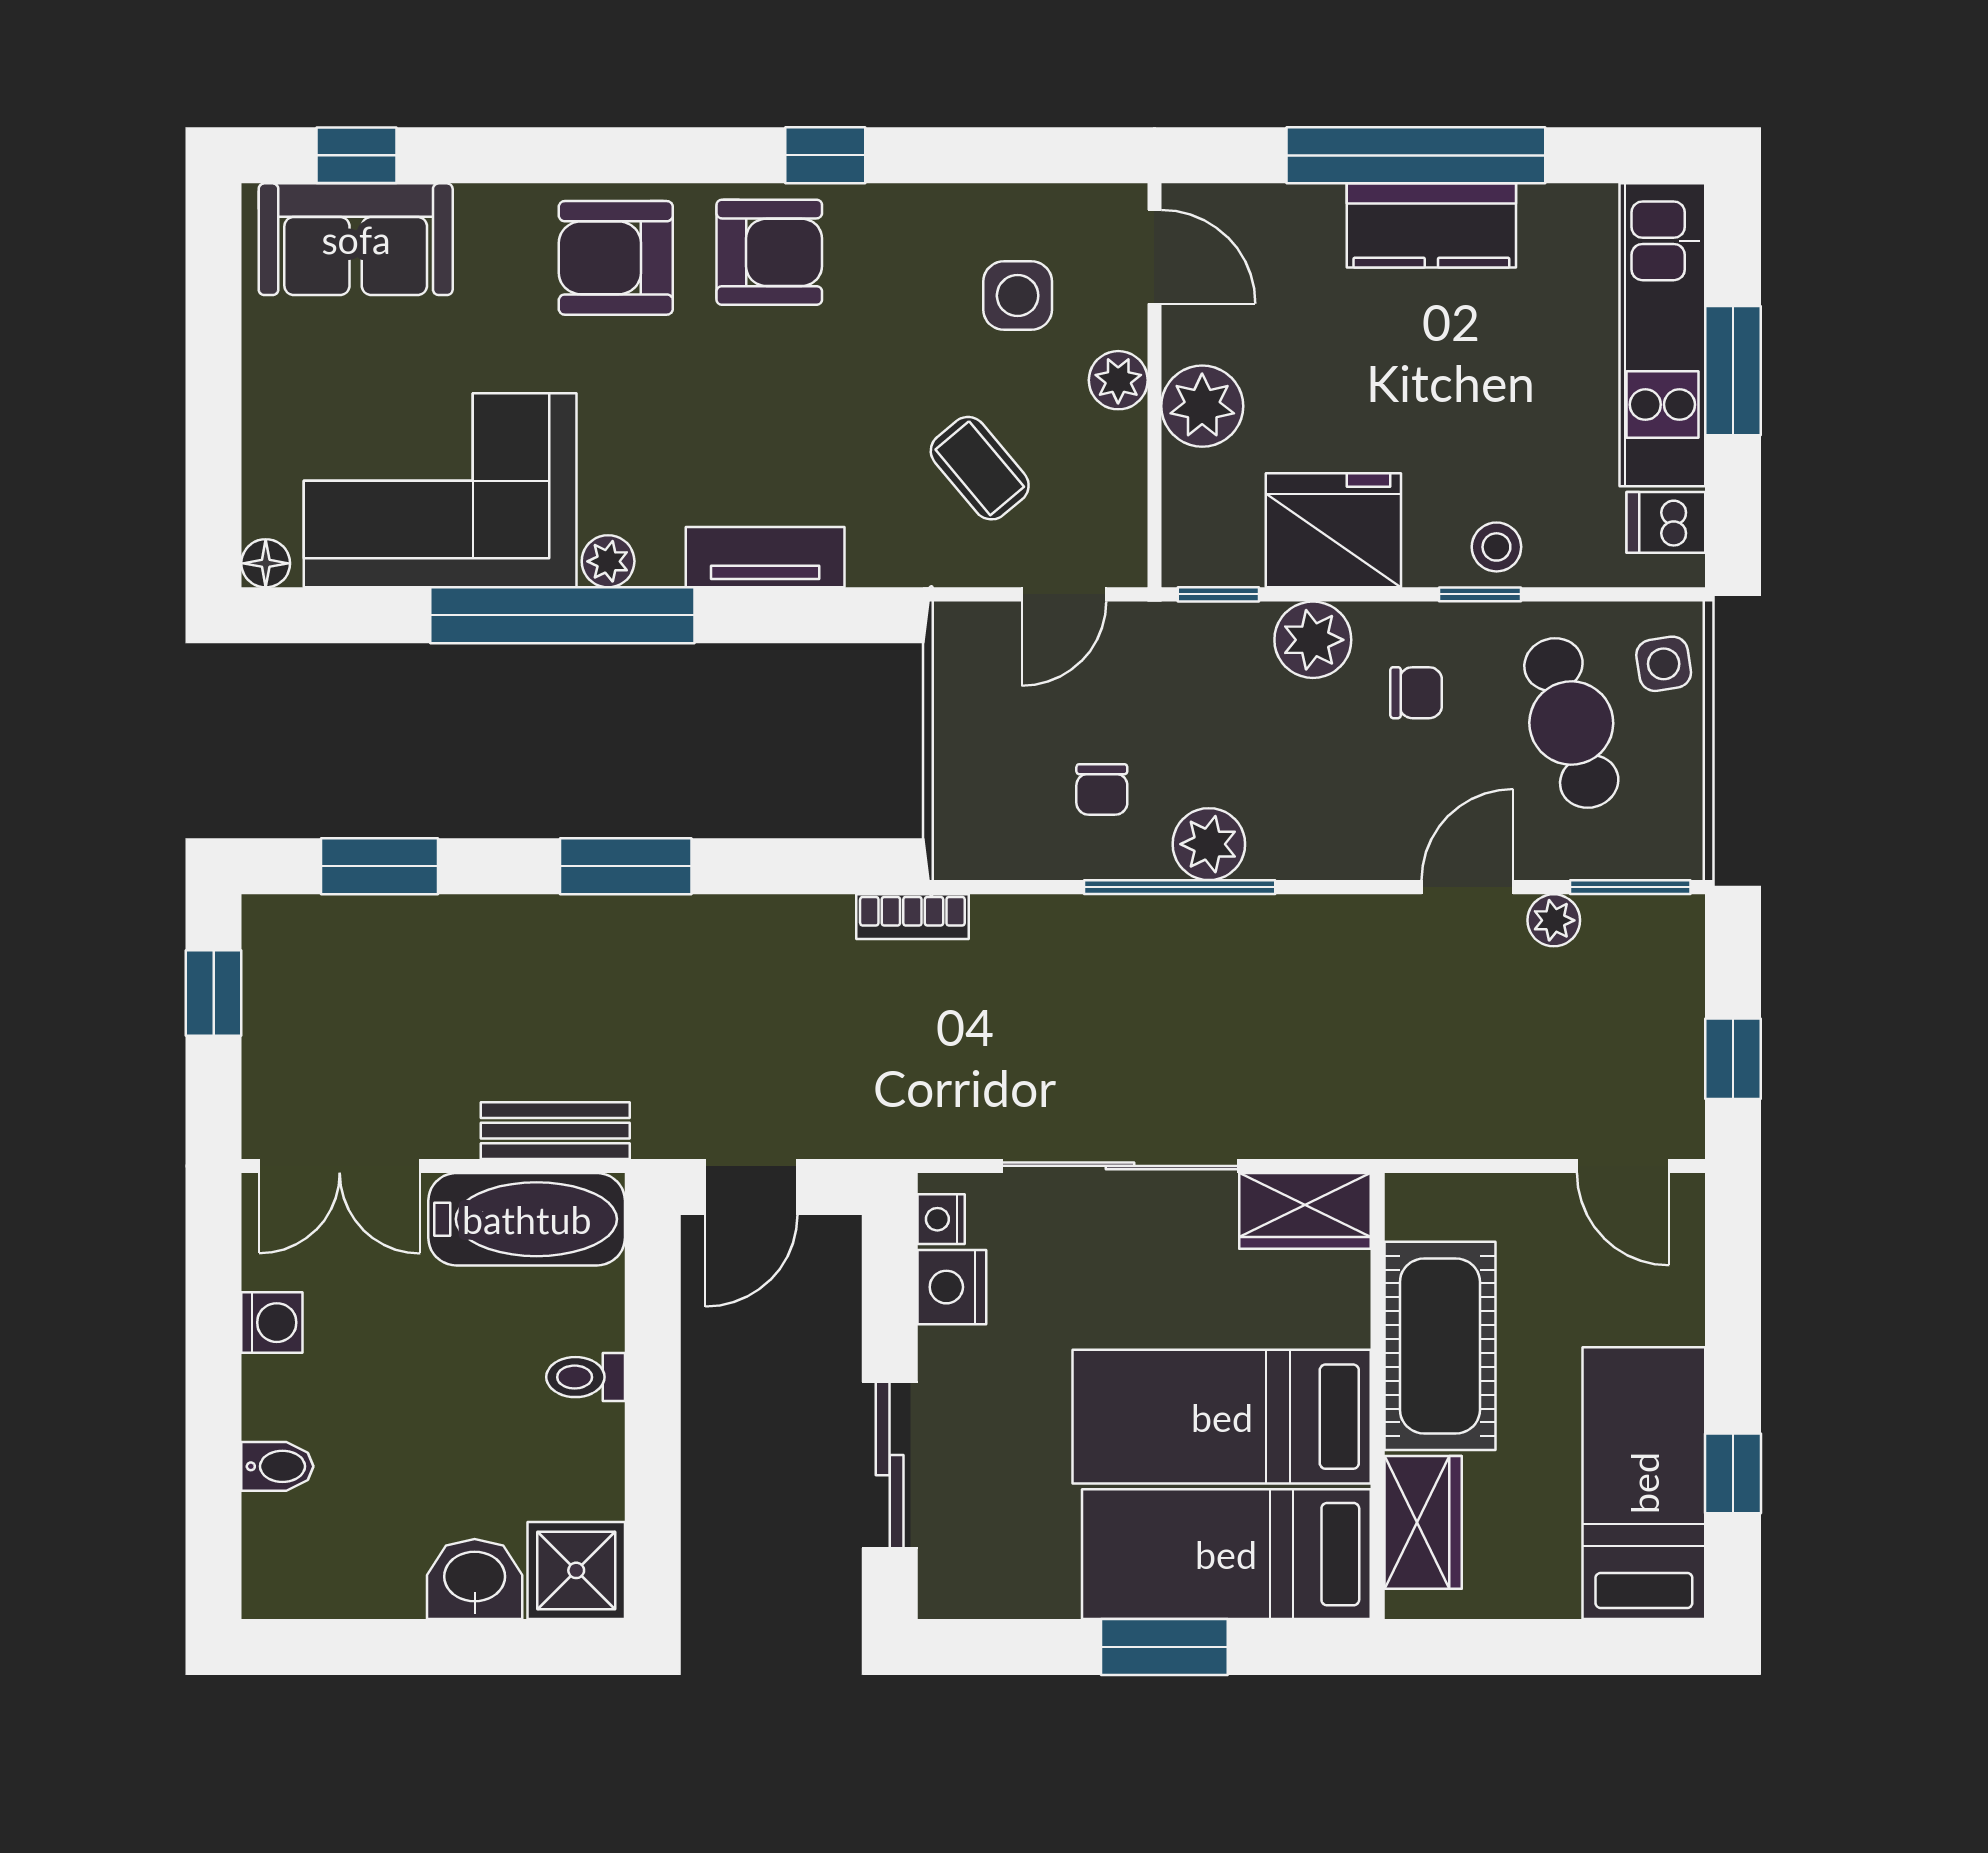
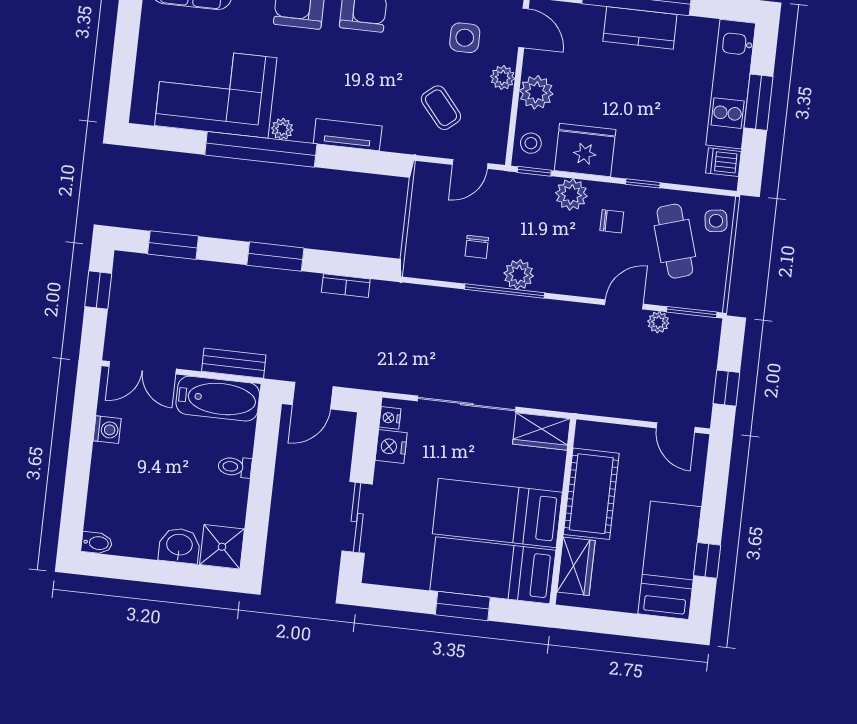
stool: (1496, 547) -> (531, 143), moved
floor lamp: (266, 563) -> (140, 114), removed
bookcase: (912, 917) -> (346, 286), moved
bidet: (277, 1466) -> (97, 543), moved

